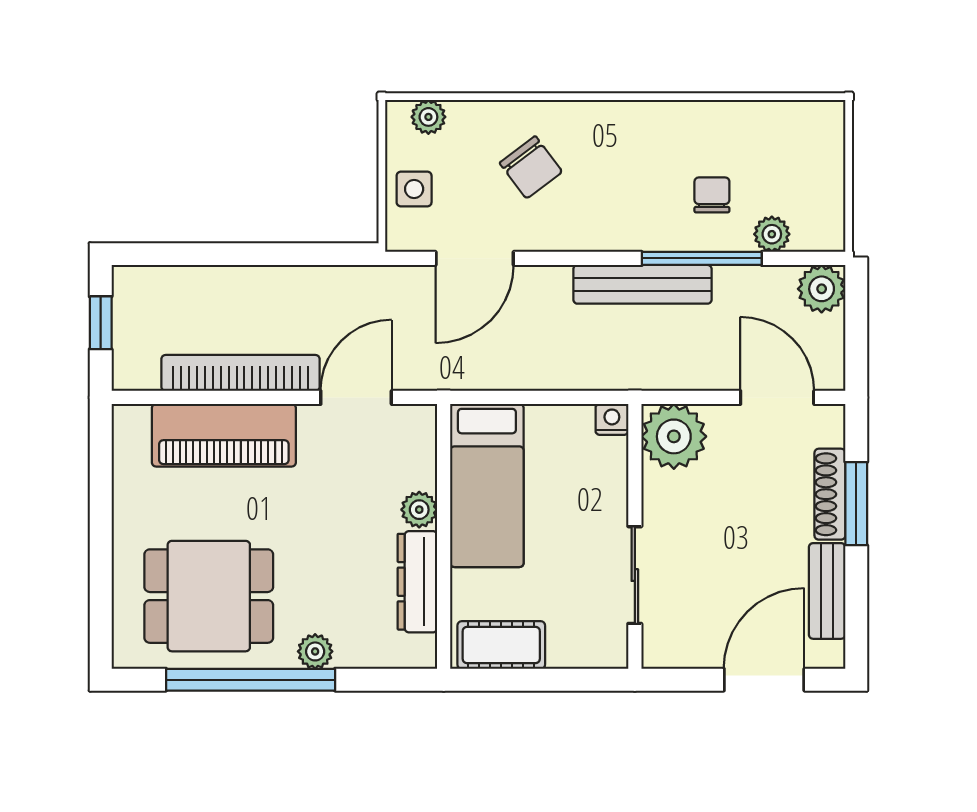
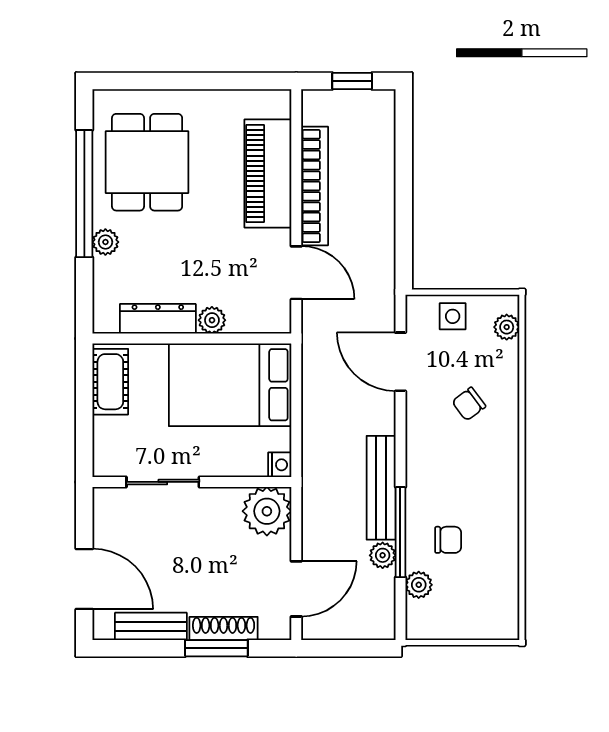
chair: (531, 167) -> (469, 404), width x0.73, depth x0.73
plant: (822, 289) -> (383, 555), moved, width x0.73, depth x0.73
bed: (487, 485) -> (230, 385), width x1.50

